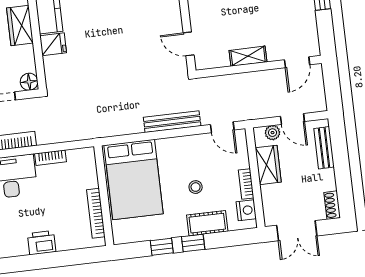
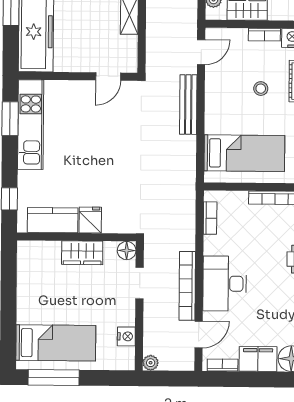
wardrobe: (20, 26) -> (82, 253), moved
bookcase: (51, 158) -> (210, 218), moved
bed: (134, 179) -> (244, 153), width x0.67

